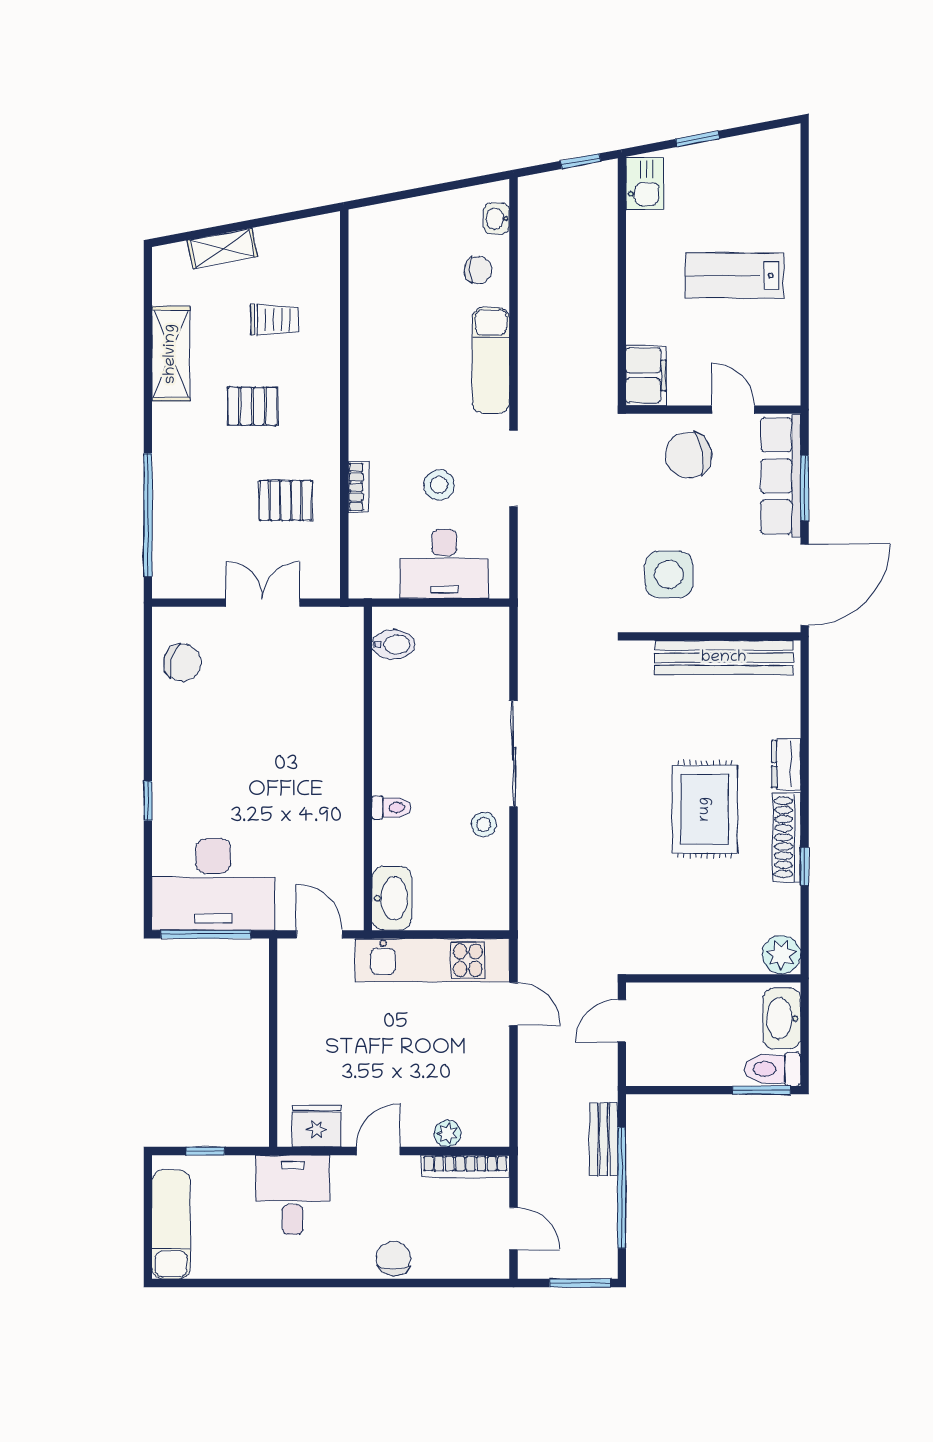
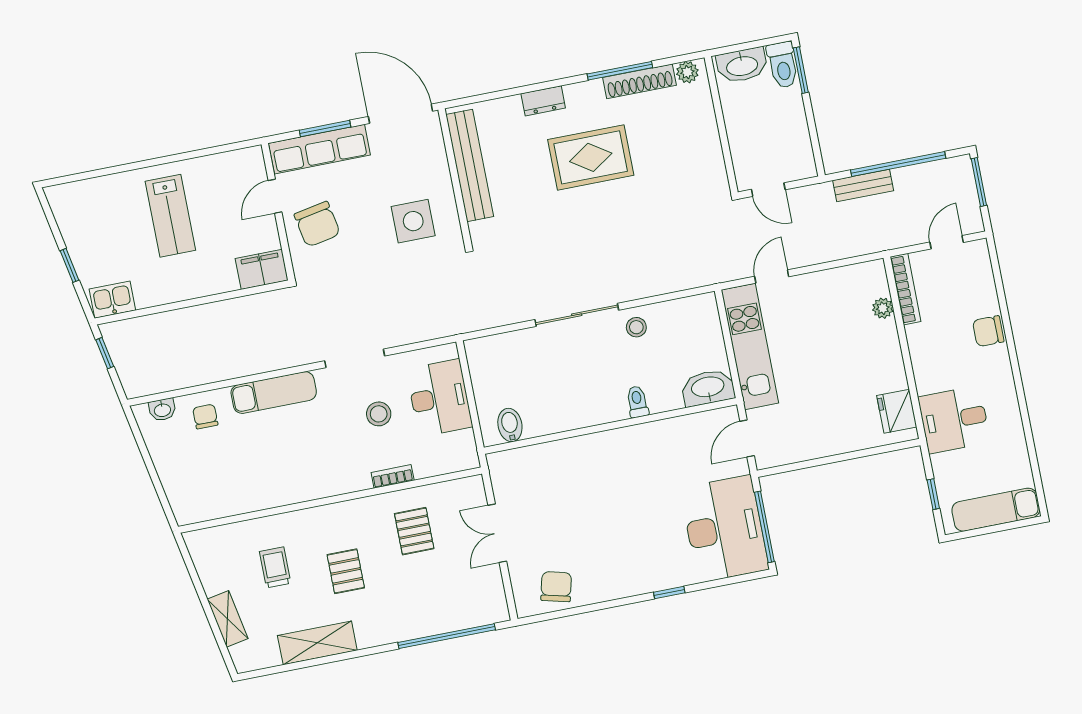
shoe rack: (787, 837) -> (640, 81), moved
window: (805, 866) -> (620, 71), width x2.17
plant: (781, 955) -> (687, 72), width x0.73, depth x0.73
door: (378, 1151) -> (907, 359), removed

